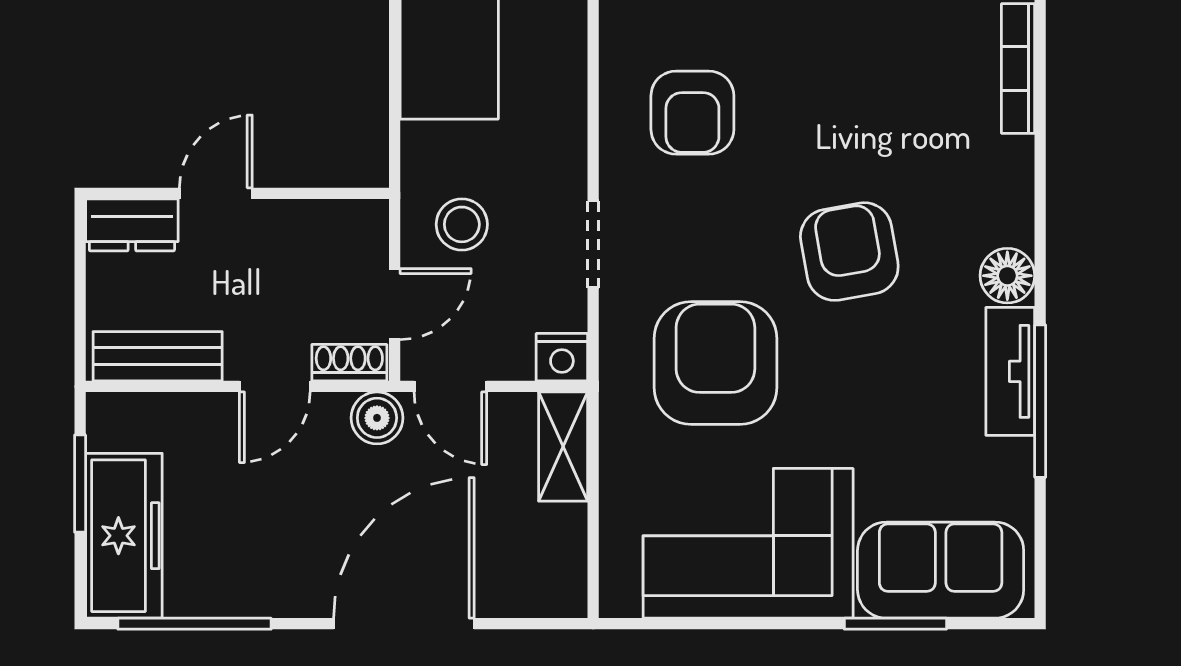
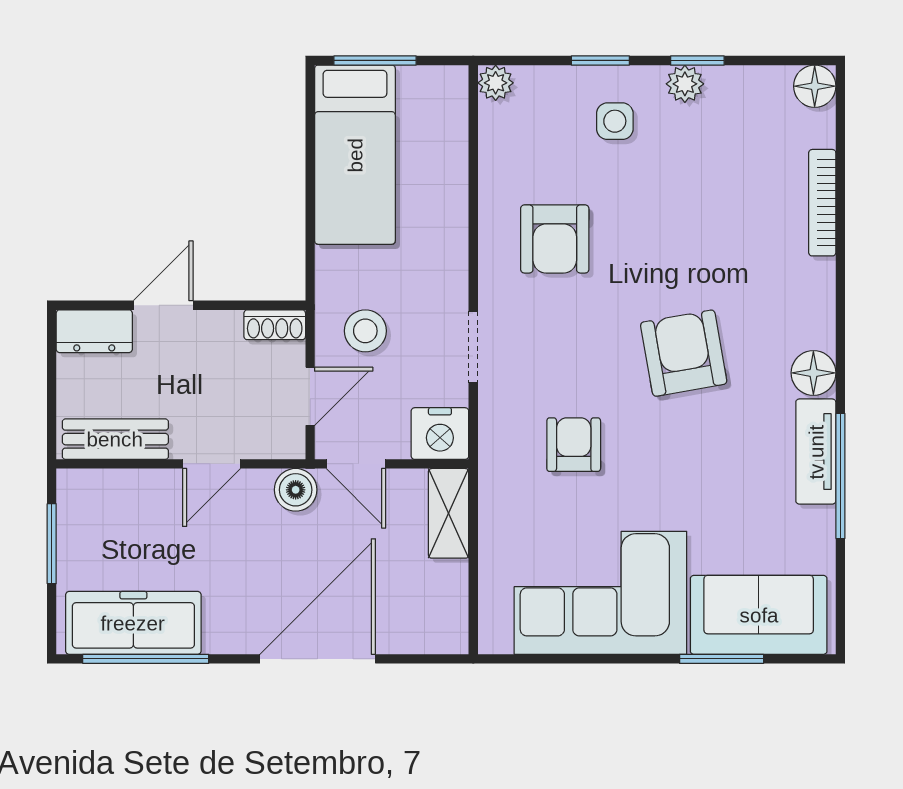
nightstand: (562, 357) -> (440, 434), width x1.36, depth x1.33
shoe rack: (349, 363) -> (275, 325), moved, turned 180
armchair: (715, 363) -> (574, 445), width x0.53, depth x0.53
freezer: (124, 536) -> (133, 623), moved, turned -90

